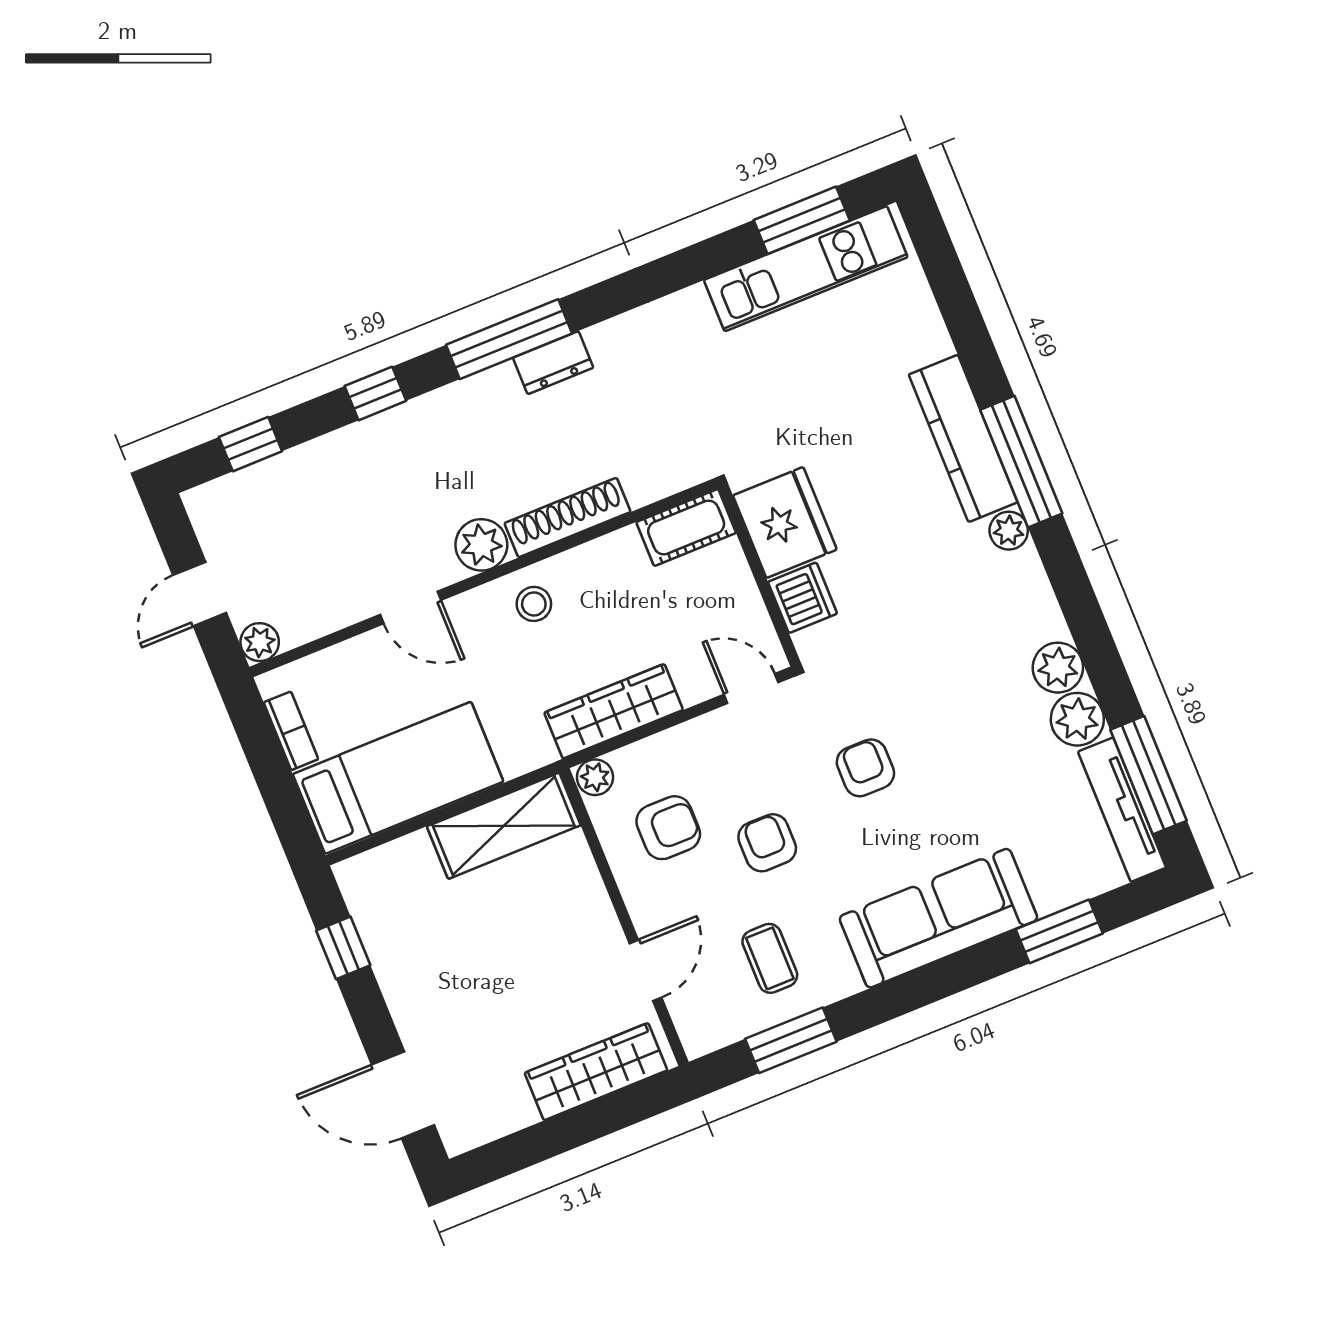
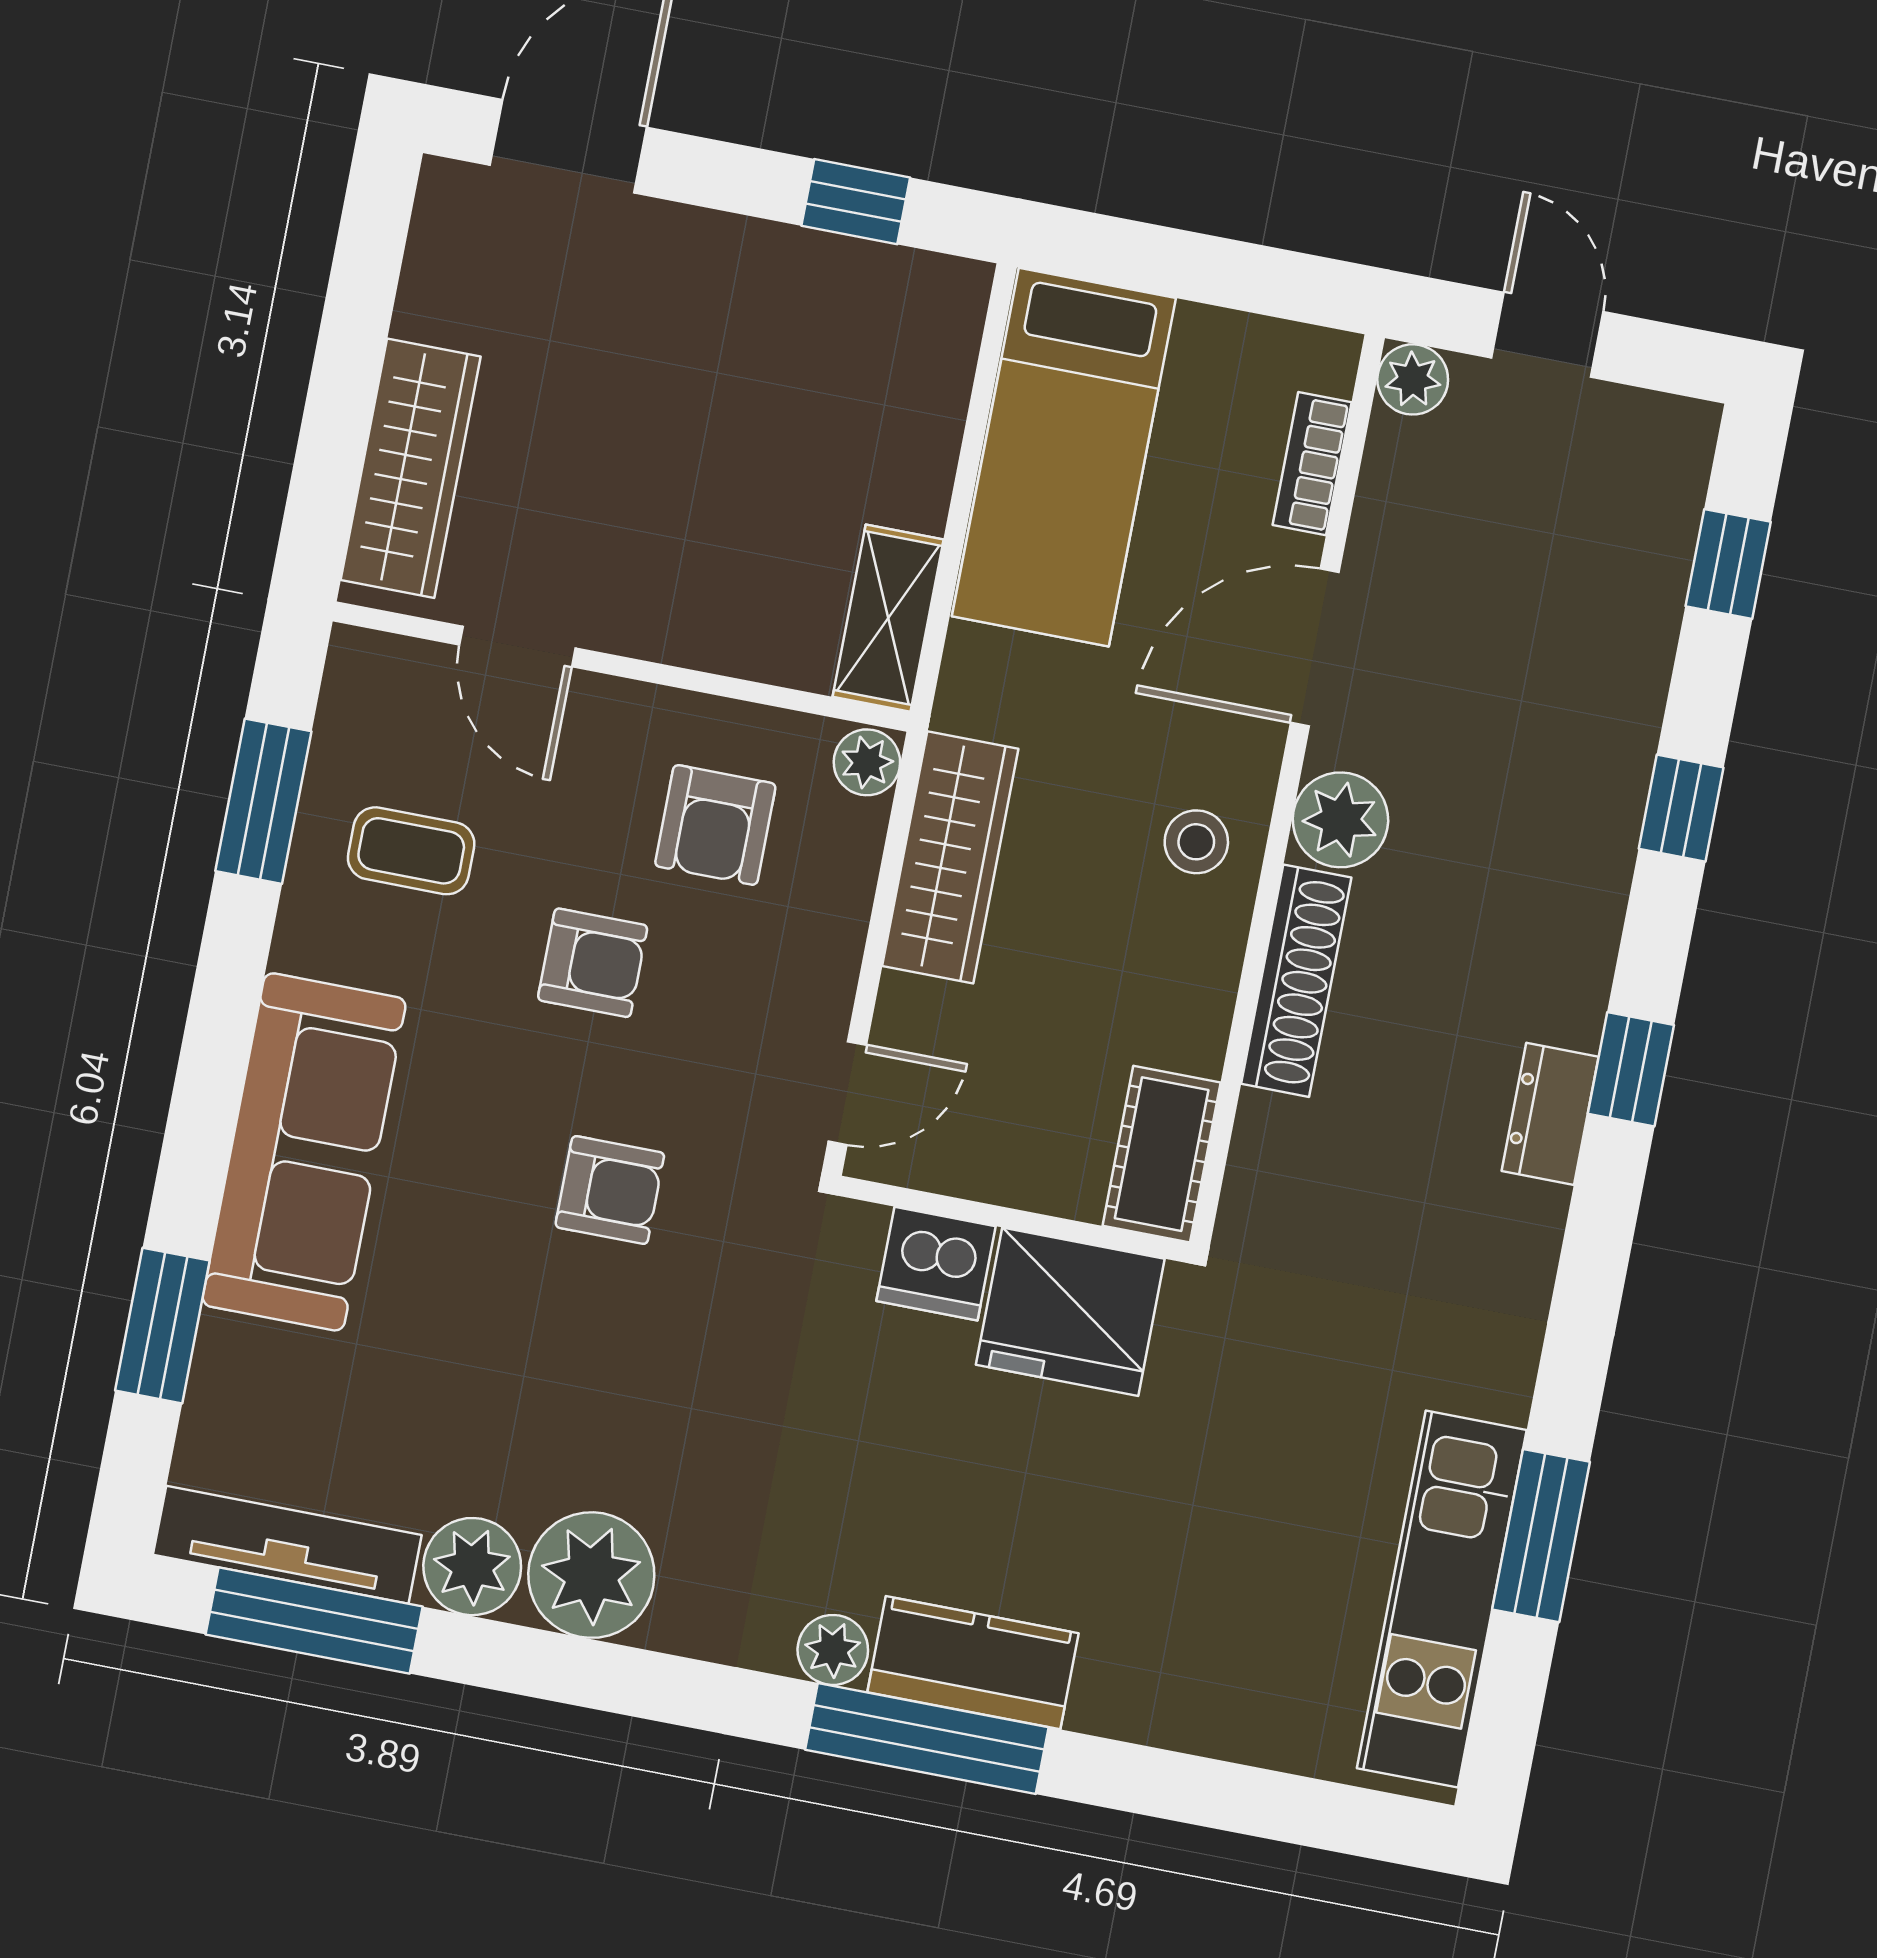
window: (802, 220) -> (1541, 1536), moved
window: (509, 339) -> (1631, 1069), width x0.46
kitchen counter: (963, 438) -> (973, 1663), width x0.67
door: (410, 607) -> (1315, 647), width x1.38
plant: (1058, 668) -> (591, 1575), width x1.36, depth x1.36
bookcase: (291, 731) -> (1312, 464), moved, turned 90
shelving: (504, 826) -> (888, 618), width x0.67, depth x0.75

